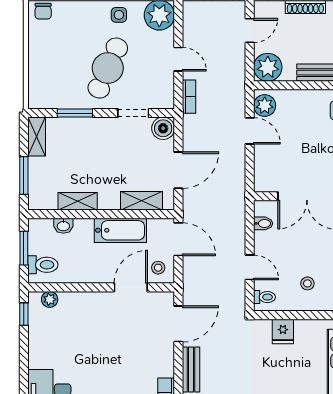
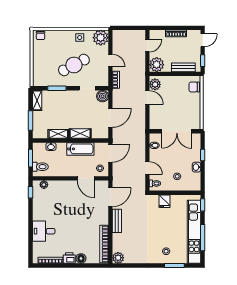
cafe table: (108, 68) -> (74, 65), turned 38
shelving: (142, 201) -> (80, 134), moved
door: (178, 239) -> (110, 154), hinge flipped
door: (131, 287) -> (86, 178), swing flipped

